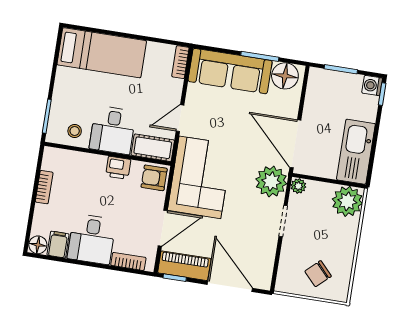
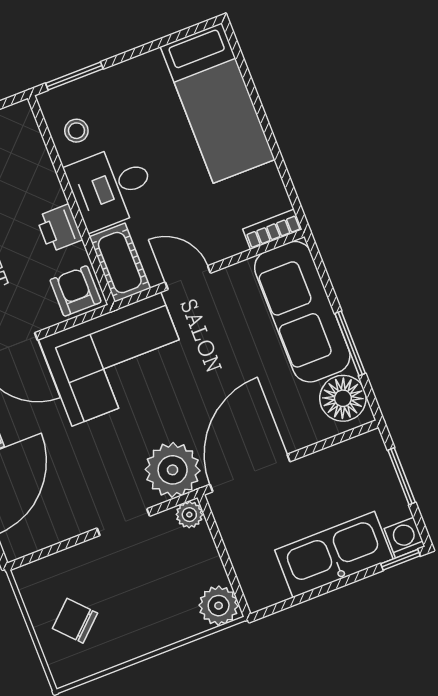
kitchen sink: (356, 152) -> (334, 554), moved
plant: (347, 201) -> (219, 606), width x0.73, depth x0.73

